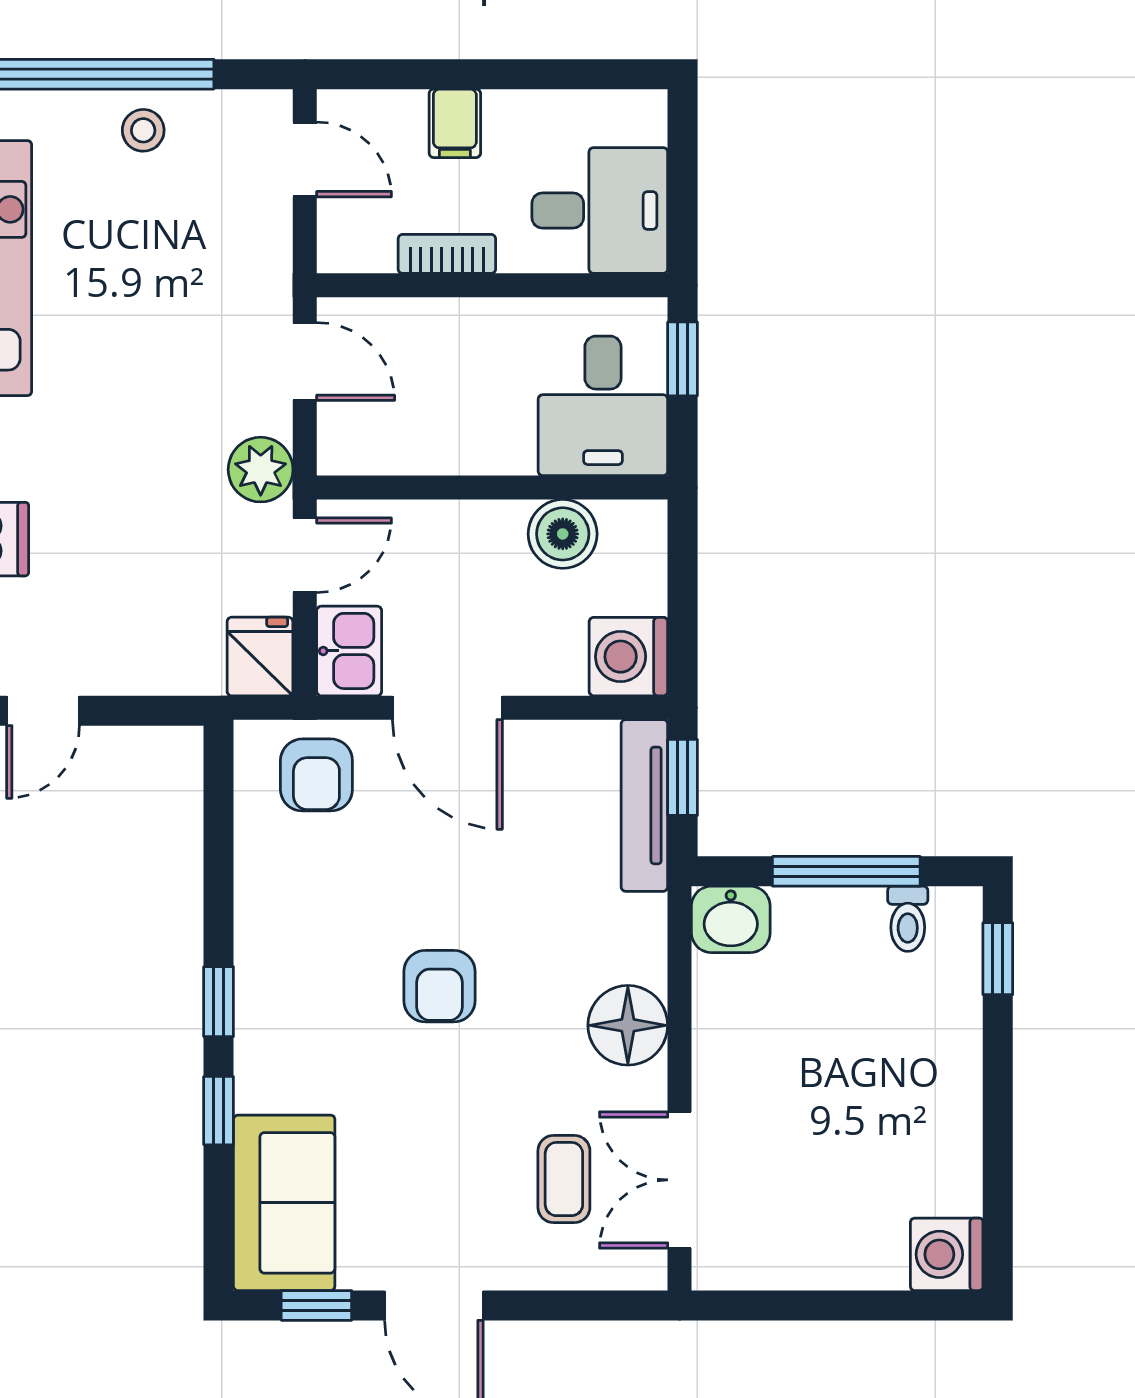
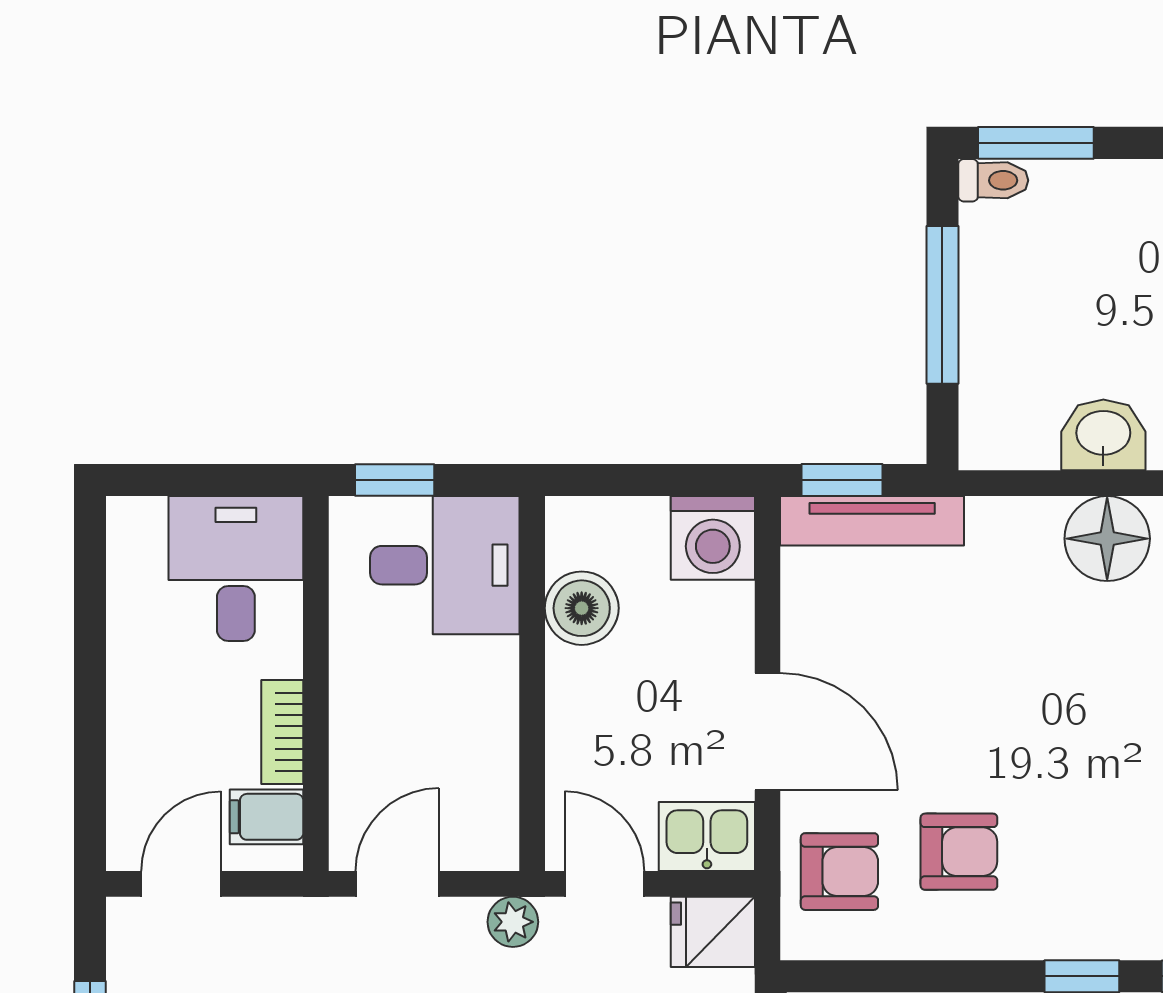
filing cabinet: (455, 123) -> (267, 817), moved, turned 180
plant: (261, 470) -> (513, 922), width x0.73, depth x0.73
door: (447, 708) -> (768, 732), hinge flipped
washbasin: (731, 919) -> (1103, 435), moved, turned -90
toilet: (908, 919) -> (993, 180), moved
window: (998, 959) -> (1036, 143), width x1.50
armchair: (440, 986) -> (959, 852), moved

